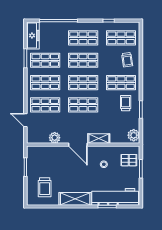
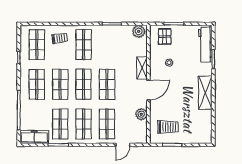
trolley: (126, 103) -> (105, 40), removed
trolley: (45, 187) -> (168, 127), moved
workbench: (115, 197) -> (205, 44), width x0.73, depth x0.76

